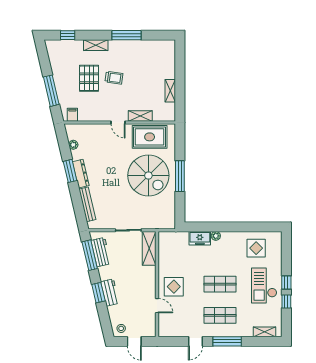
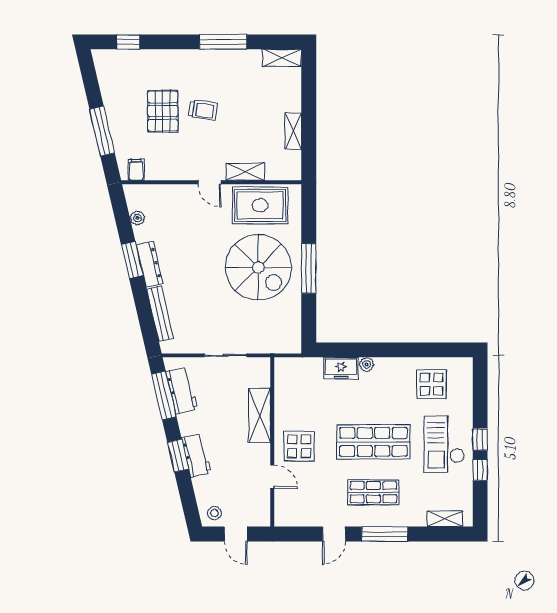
shelving: (96, 45) -> (282, 58), moved
shelving: (149, 248) -> (260, 415), moved
shop shelf: (220, 284) -> (373, 442), width x1.43, depth x1.36

